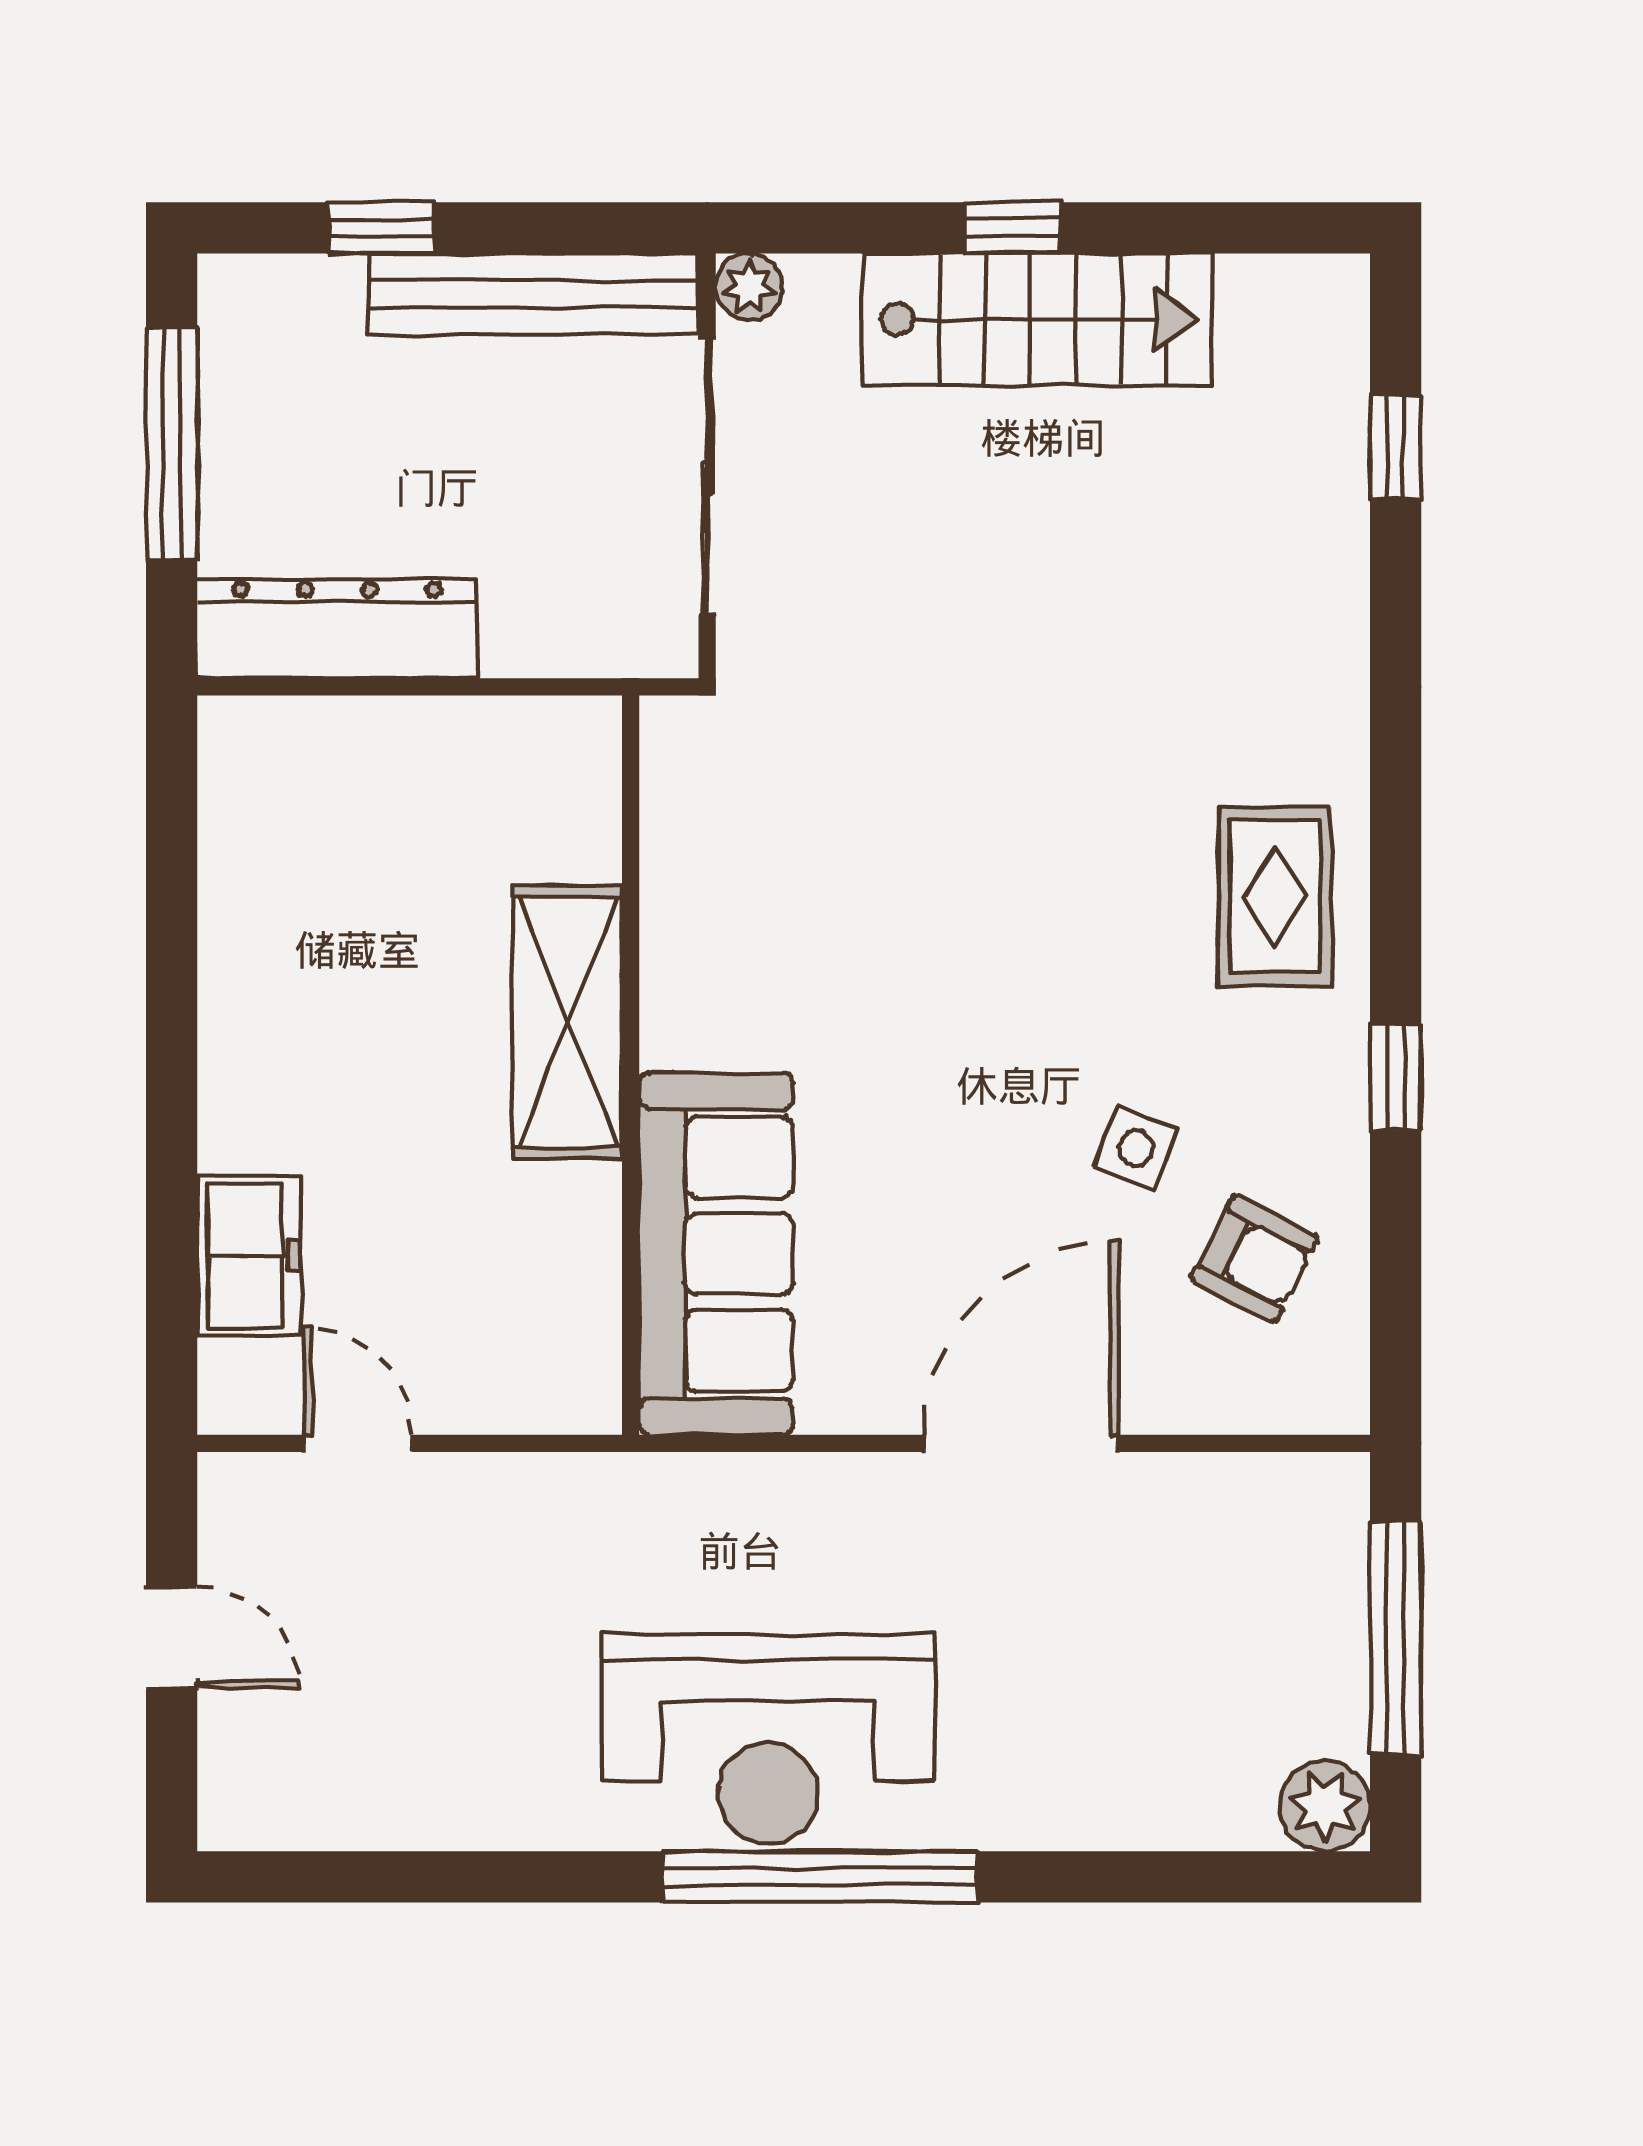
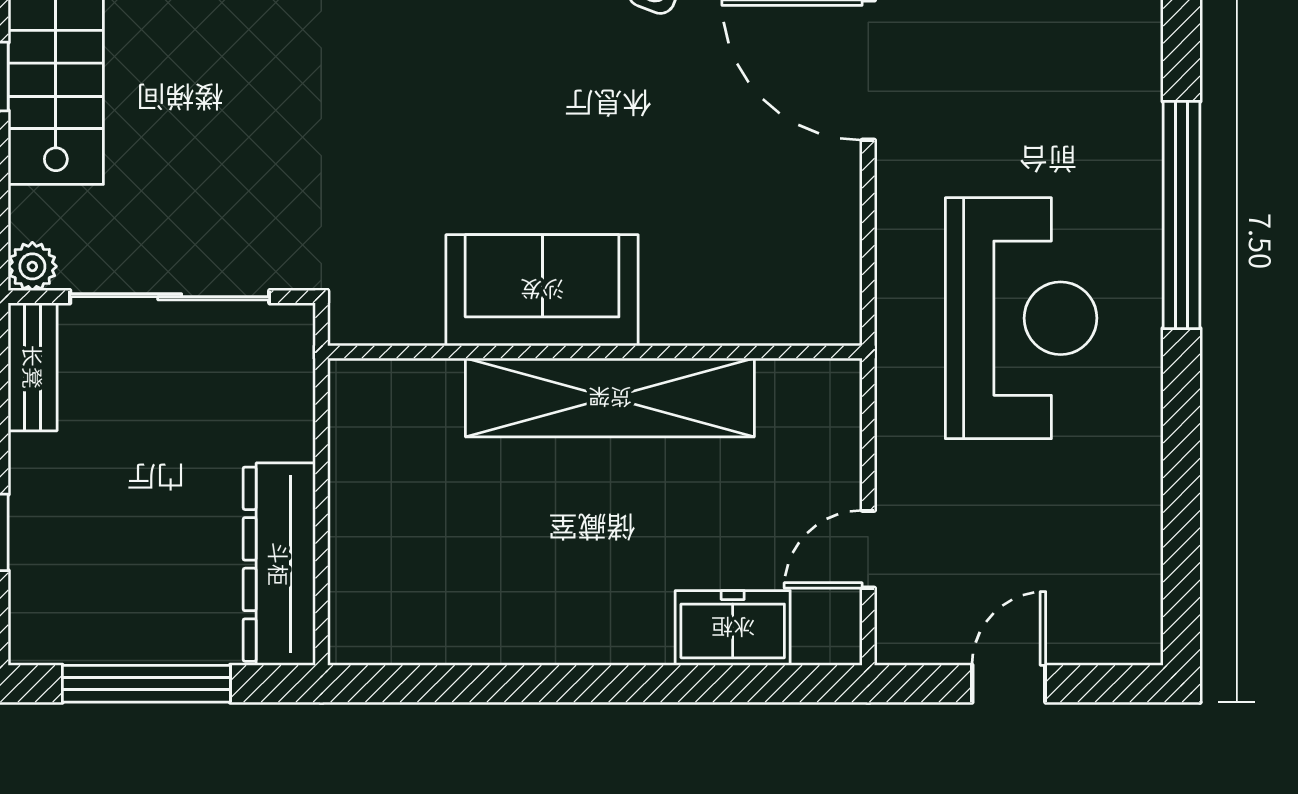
bench: (534, 294) -> (33, 367), width x0.54, depth x0.82
shelving: (568, 1022) -> (610, 398), width x1.47
sofa: (716, 1254) -> (542, 290), moved, width x0.73
reception desk: (768, 1739) -> (1021, 318), moved

